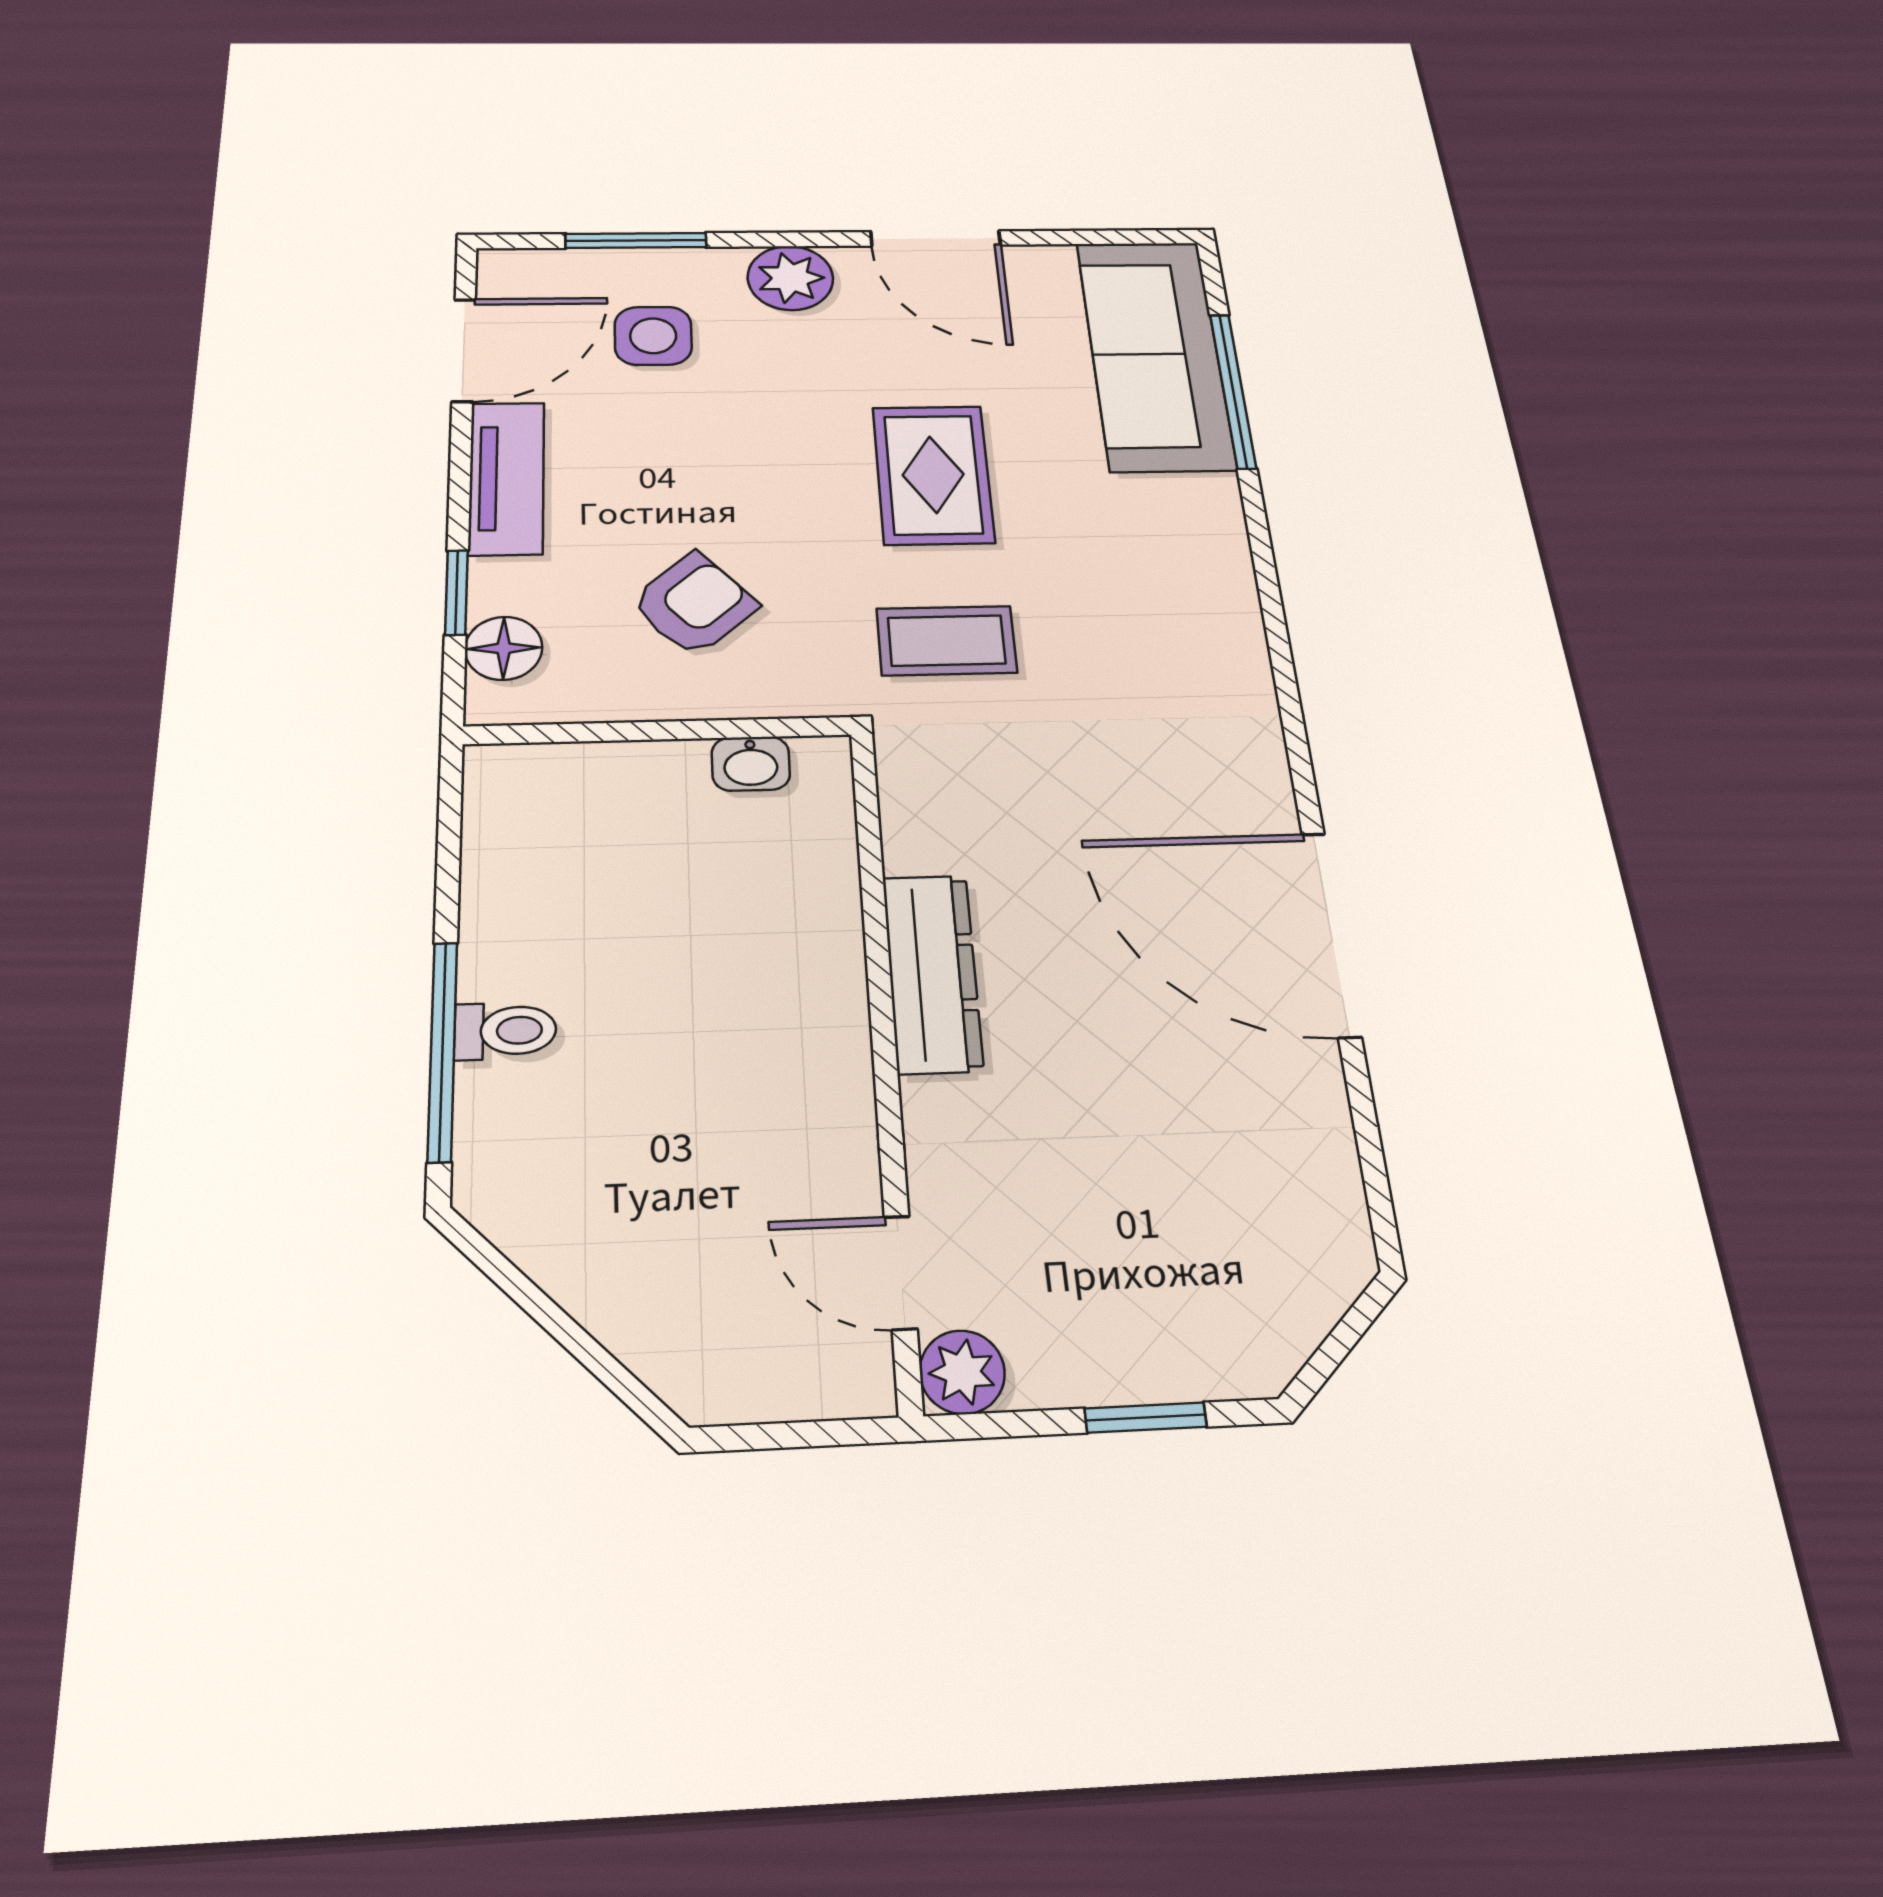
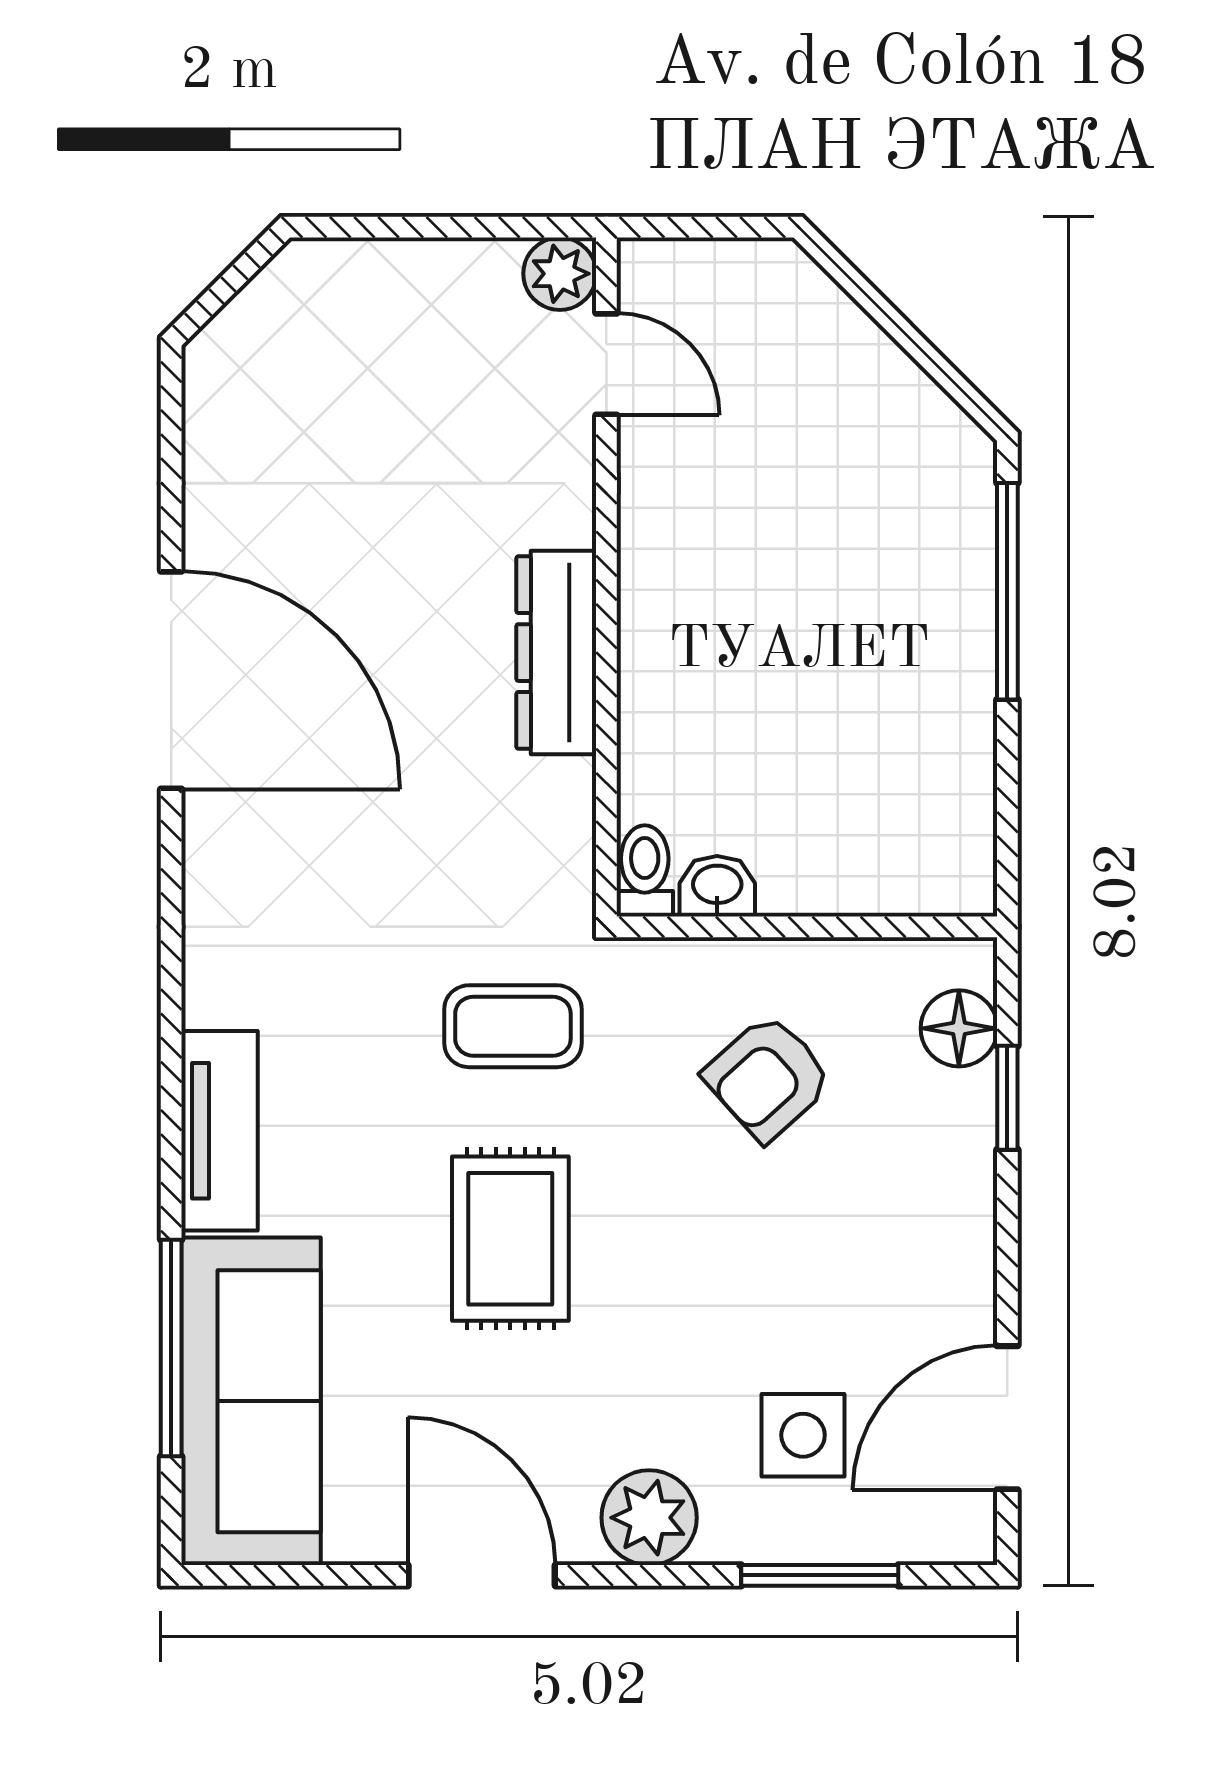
tv unit: (507, 478) -> (220, 1131), moved, turned 180
toilet: (505, 1031) -> (645, 871), moved, turned 90
window: (1146, 1418) -> (407, 227), removed

